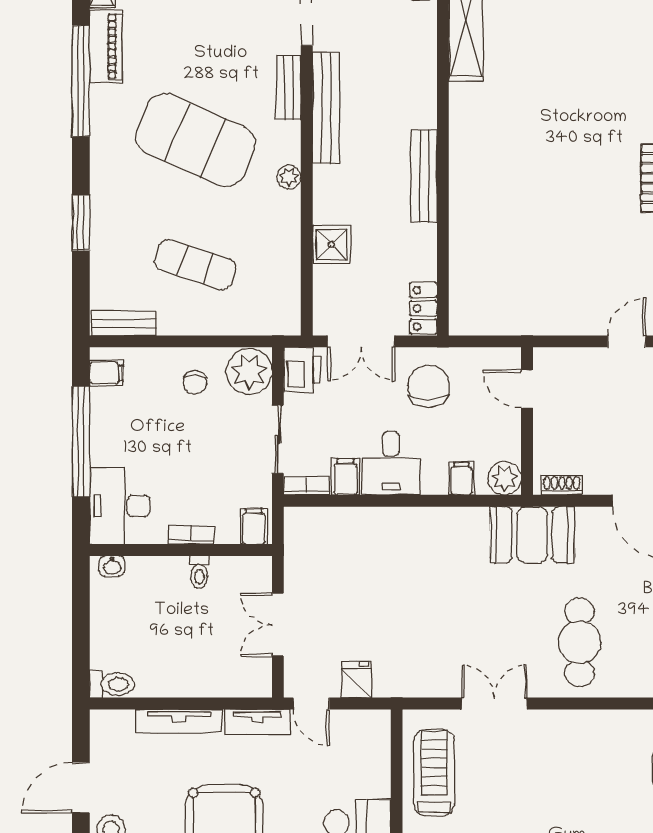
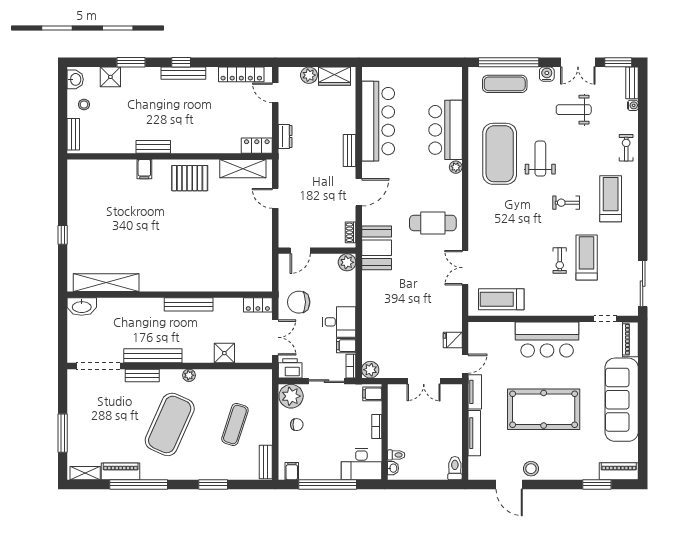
filing cabinet: (461, 479) -> (347, 285), removed
plant: (300, 523) -> (370, 370), added
toilet: (199, 572) -> (396, 455), moved

